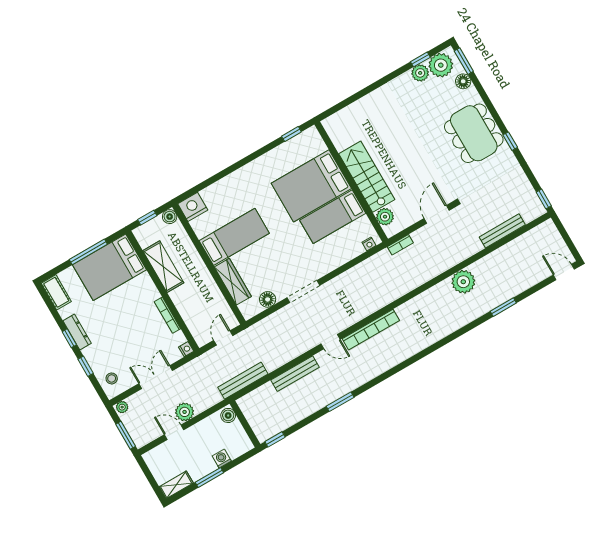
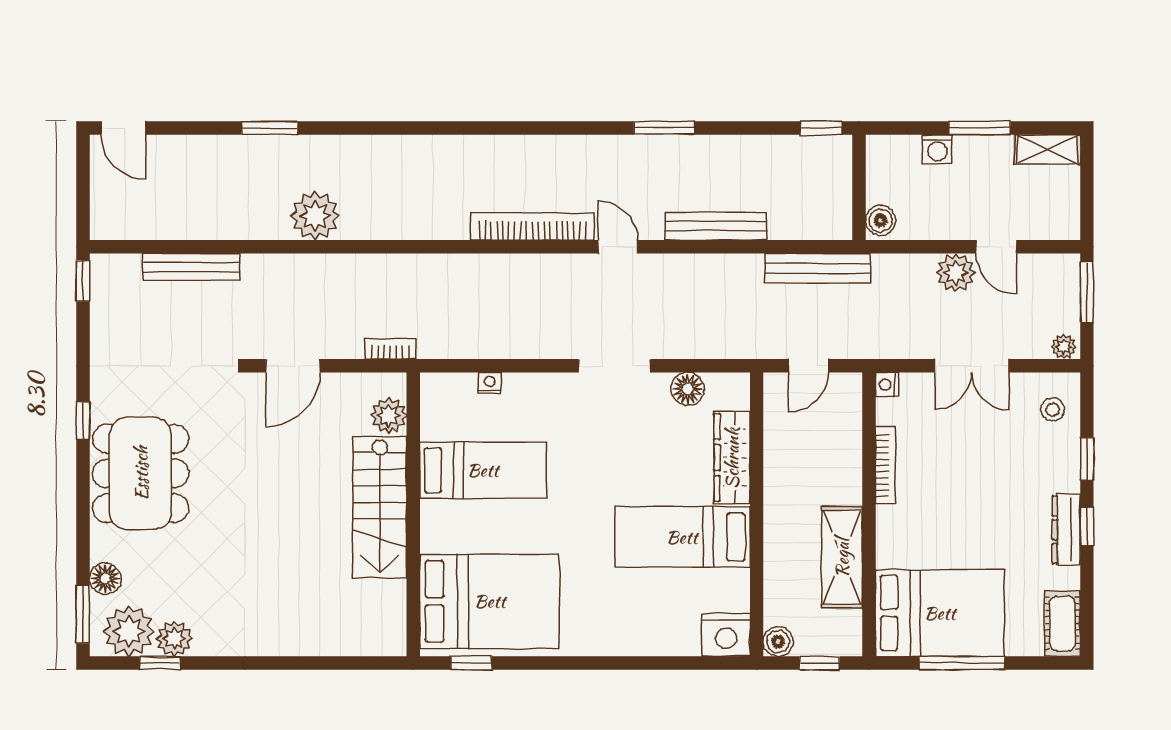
bed: (311, 186) -> (490, 601), moved
nightstand: (369, 244) -> (490, 383), moved

